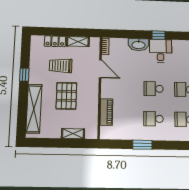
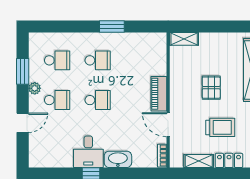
pallet: (66, 96) -> (211, 88), width x0.67, depth x0.71
piano: (106, 112) -> (159, 94), moved
shelving: (73, 134) -> (184, 39), moved

